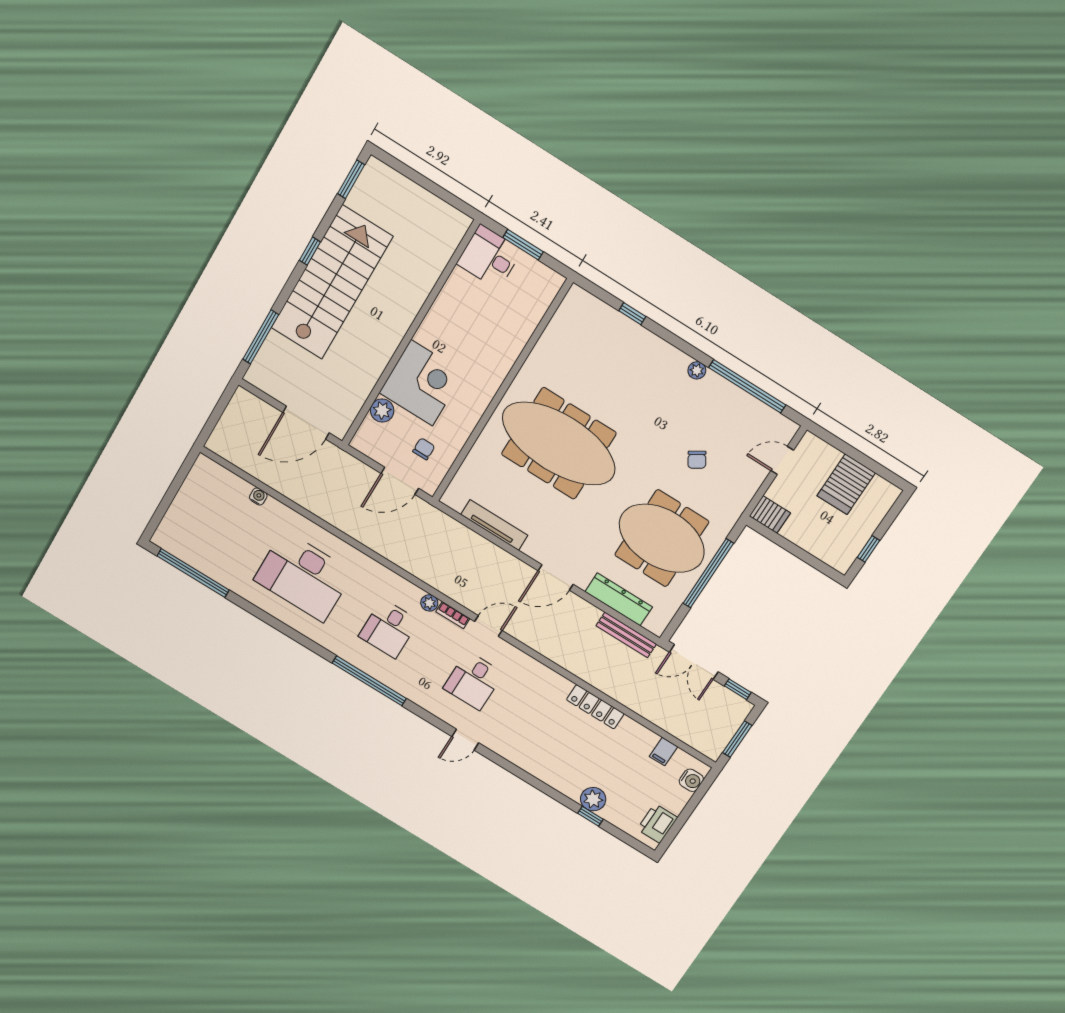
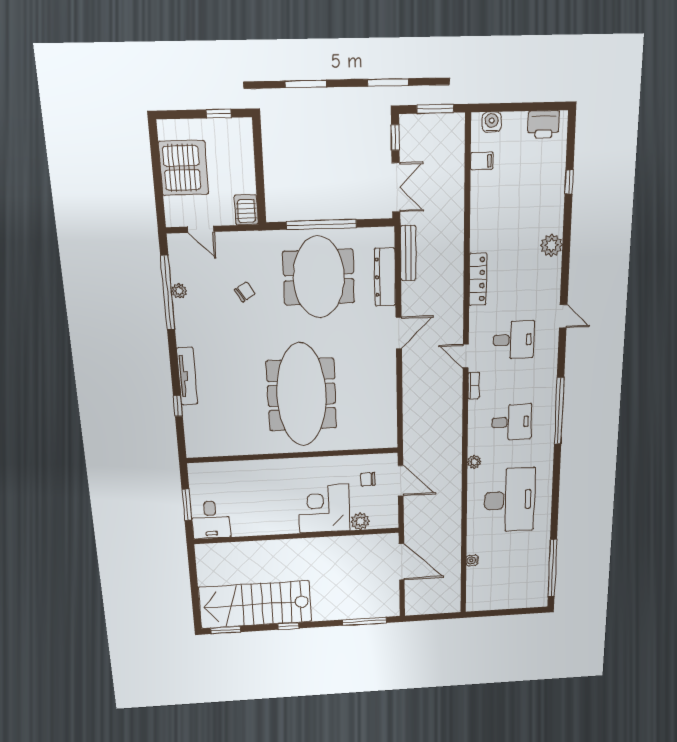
stairs: (332, 282) -> (255, 605), moved
plant: (697, 370) -> (179, 291), moved
server rack: (846, 484) -> (184, 168), width x1.60
tv unit: (494, 525) -> (187, 376), moved, turned 180
door: (556, 577) -> (399, 333), hinge flipped
plant: (429, 603) -> (474, 462), moved
locker: (595, 707) -> (478, 279), moved
plant: (593, 799) -> (551, 245), moved

